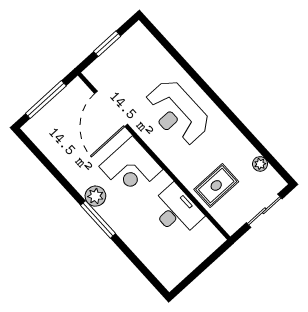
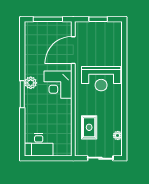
reception desk: (177, 113) -> (101, 79), turned -90
rug: (216, 185) -> (89, 127), turned 90
desk: (176, 211) -> (39, 145), moved, turned 90

